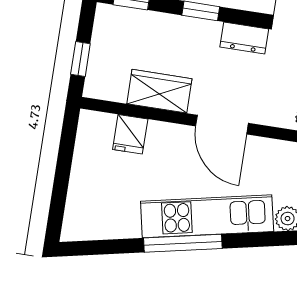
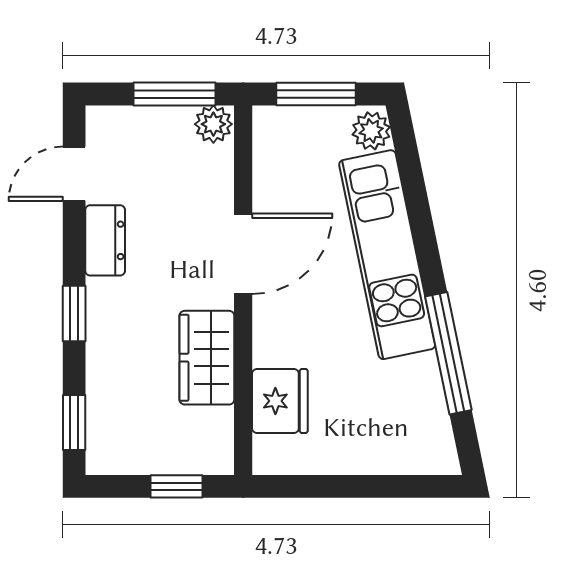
fridge: (130, 134) -> (280, 401), width x1.38
window: (183, 243) -> (448, 353), moved

